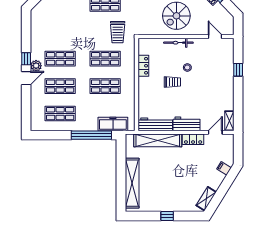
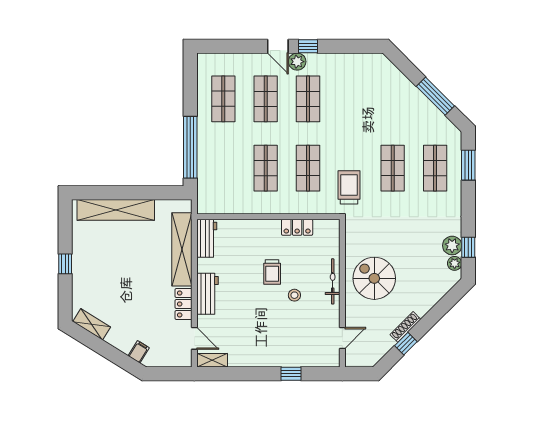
trolley: (118, 32) -> (349, 187), turned 90
freezer: (113, 124) -> (207, 180), removed
workbench: (155, 124) -> (207, 238), width x0.73

